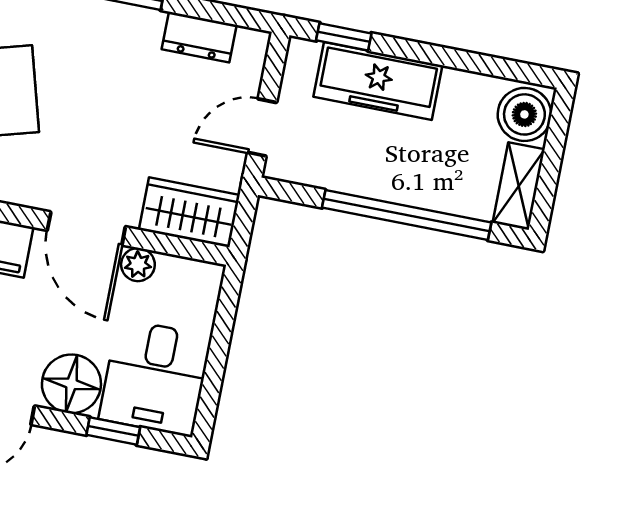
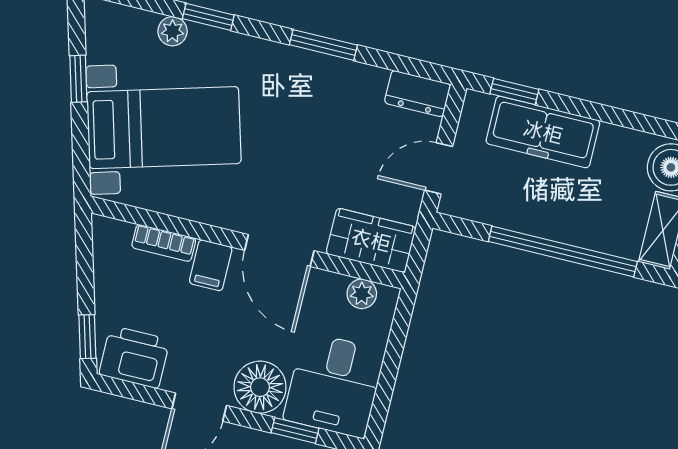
dresser: (199, 37) -> (418, 94), moved
plant: (138, 265) -> (362, 294), moved

